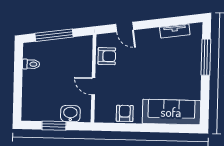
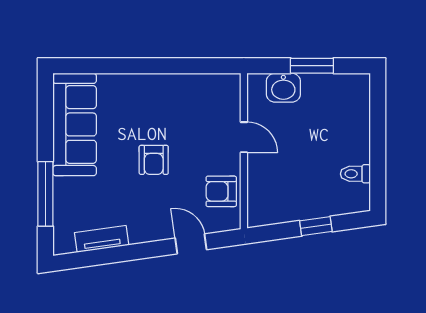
window: (54, 35) -> (316, 226), width x0.46
sofa: (171, 112) -> (75, 124), moved, turned -90
armchair: (125, 113) -> (154, 160), moved

